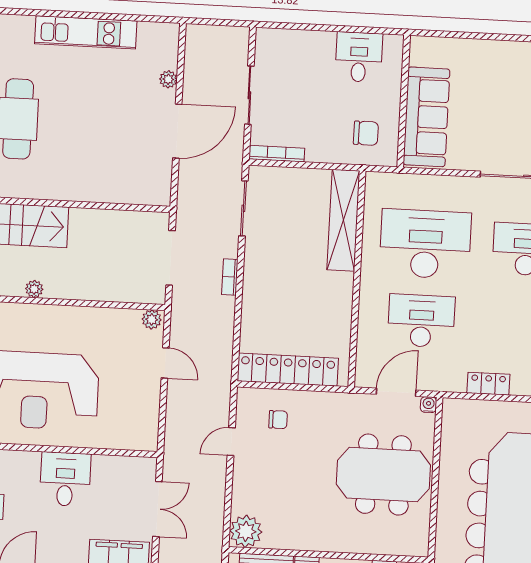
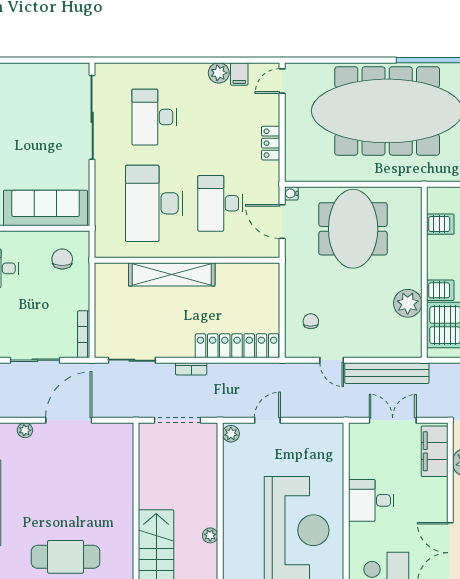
door: (177, 131) -> (69, 420), hinge flipped
shelving: (343, 220) -> (172, 274), moved
locker: (288, 370) -> (237, 346), moved, turned 90
bench: (213, 505) -> (387, 373), added
plant: (246, 531) -> (408, 303), moved

